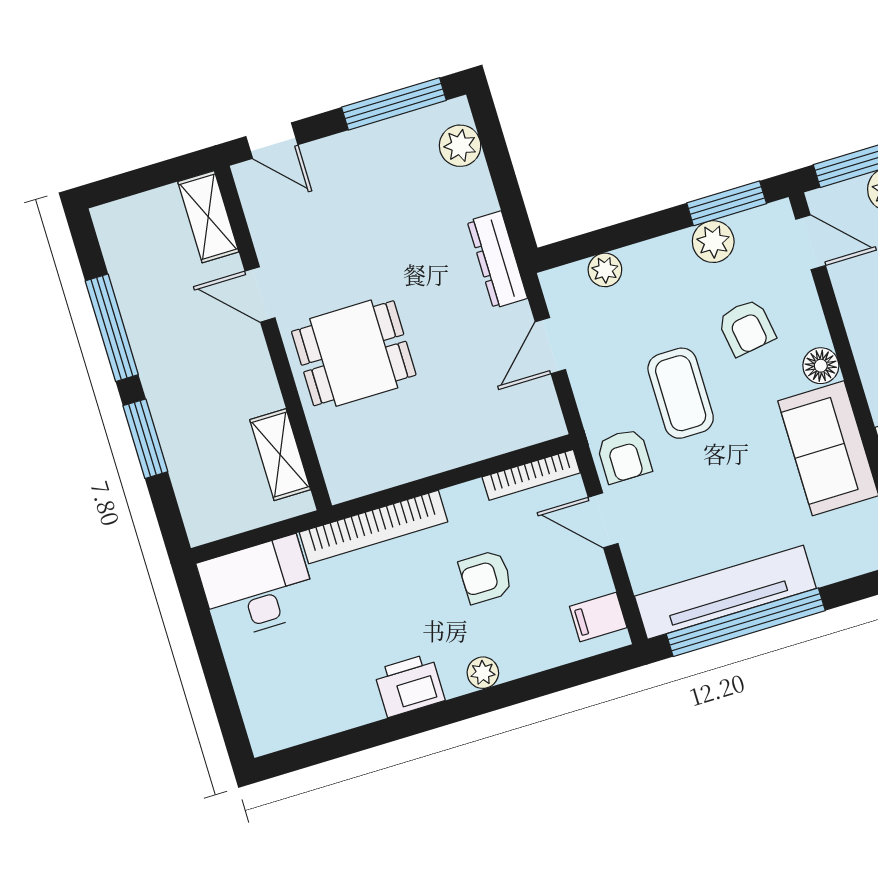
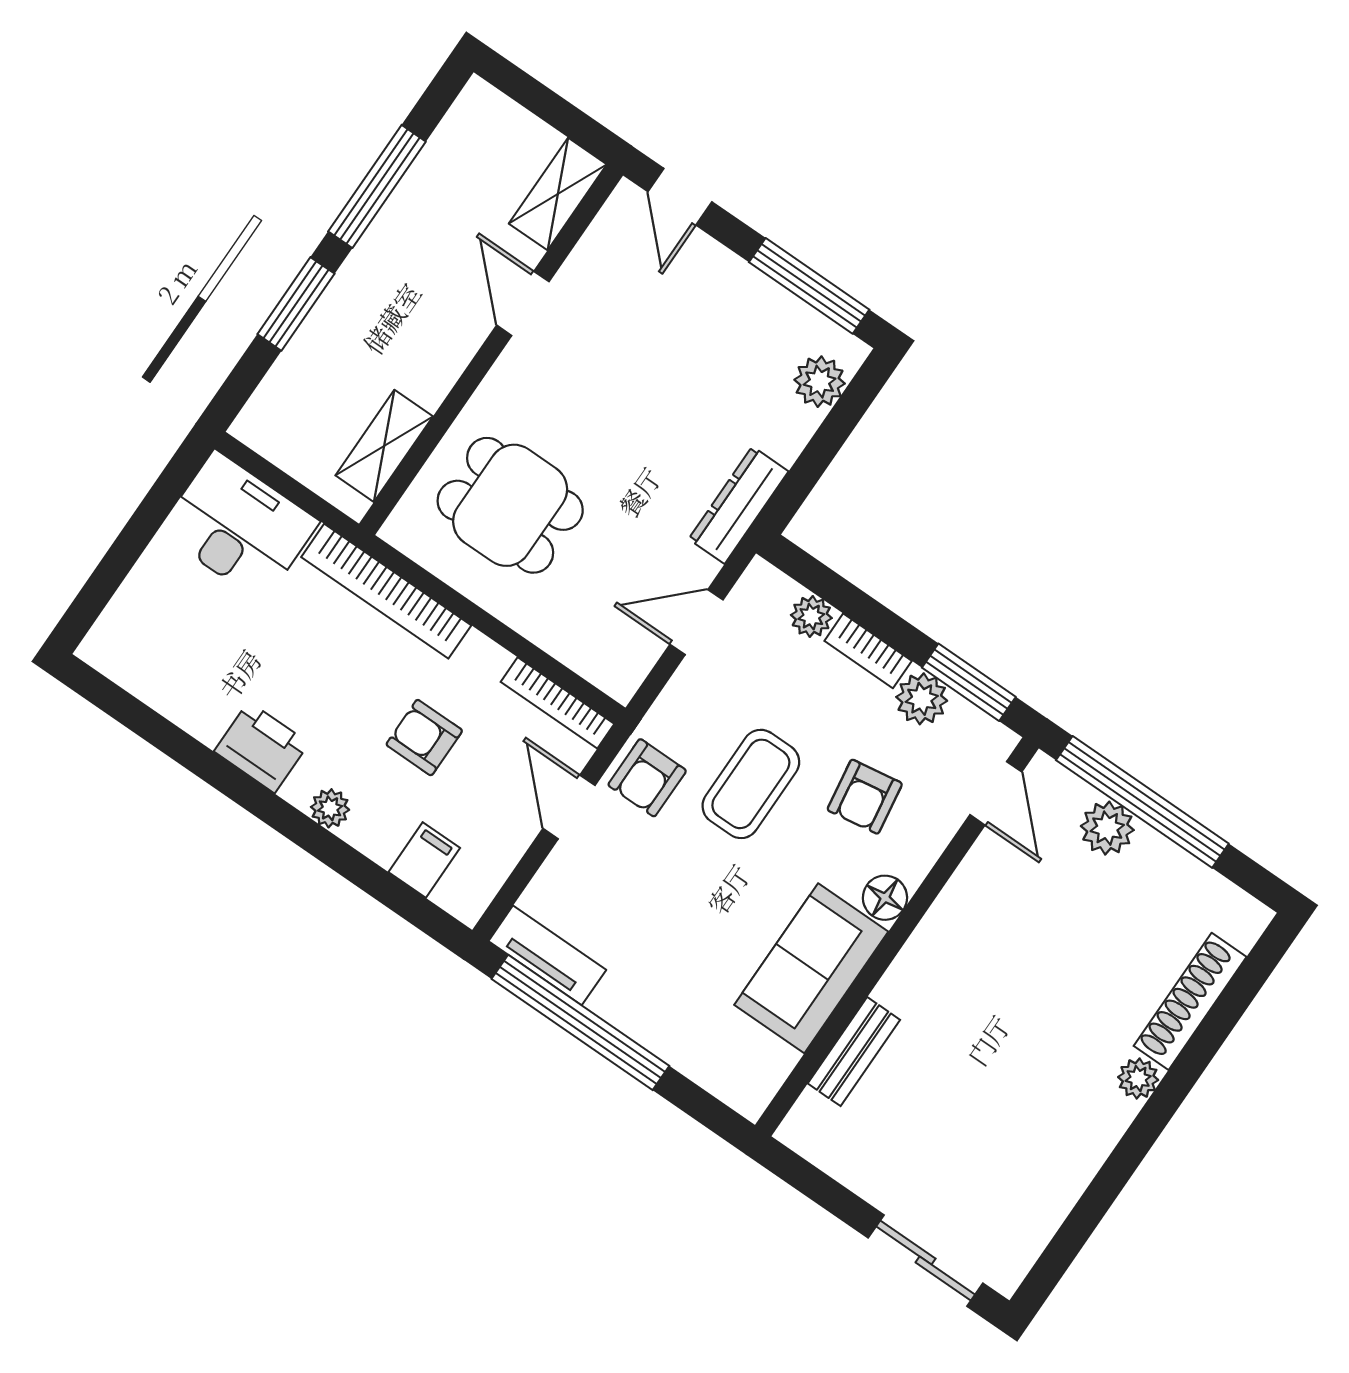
bookcase: (656, 251) -> (868, 651), added
dining table: (354, 353) -> (510, 505), moved
tv unit: (725, 592) -> (547, 955), width x0.52, depth x0.78
filing cabinet: (598, 617) -> (424, 860), moved, turned 90

